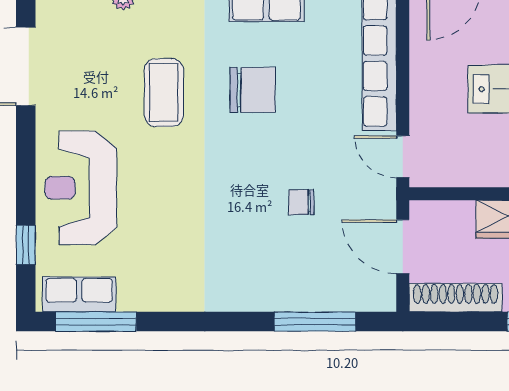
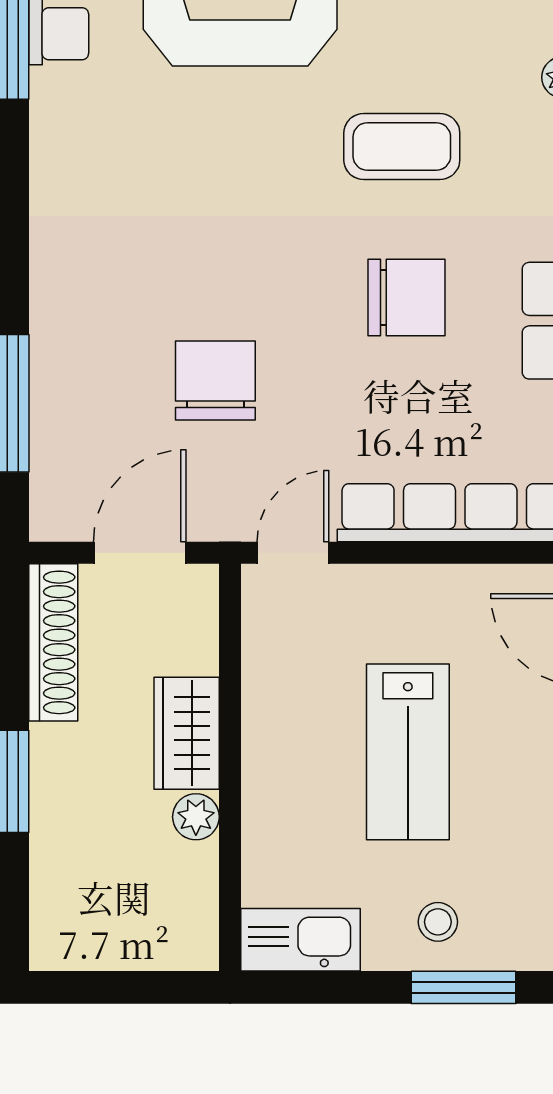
chair: (253, 90) -> (406, 297), turned -90
chair: (301, 202) -> (215, 380), width x1.87, depth x1.87

